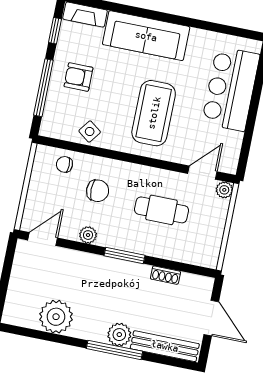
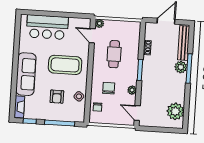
armchair: (78, 77) -> (57, 97), moved
plant: (56, 317) -> (175, 111), moved

